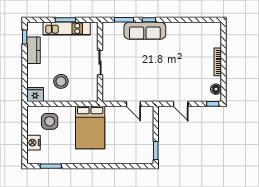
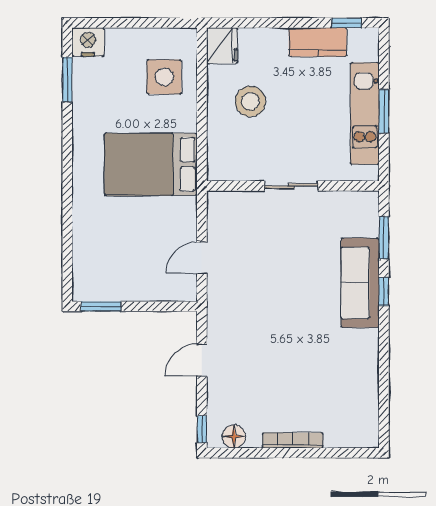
nightstand: (33, 143) -> (88, 42), moved

